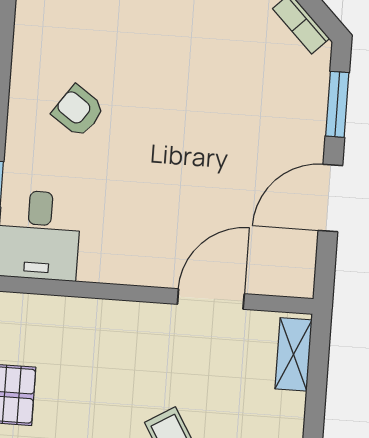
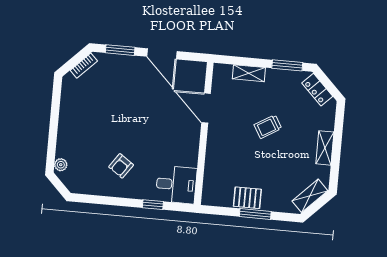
shelving: (294, 354) -> (249, 73), moved

